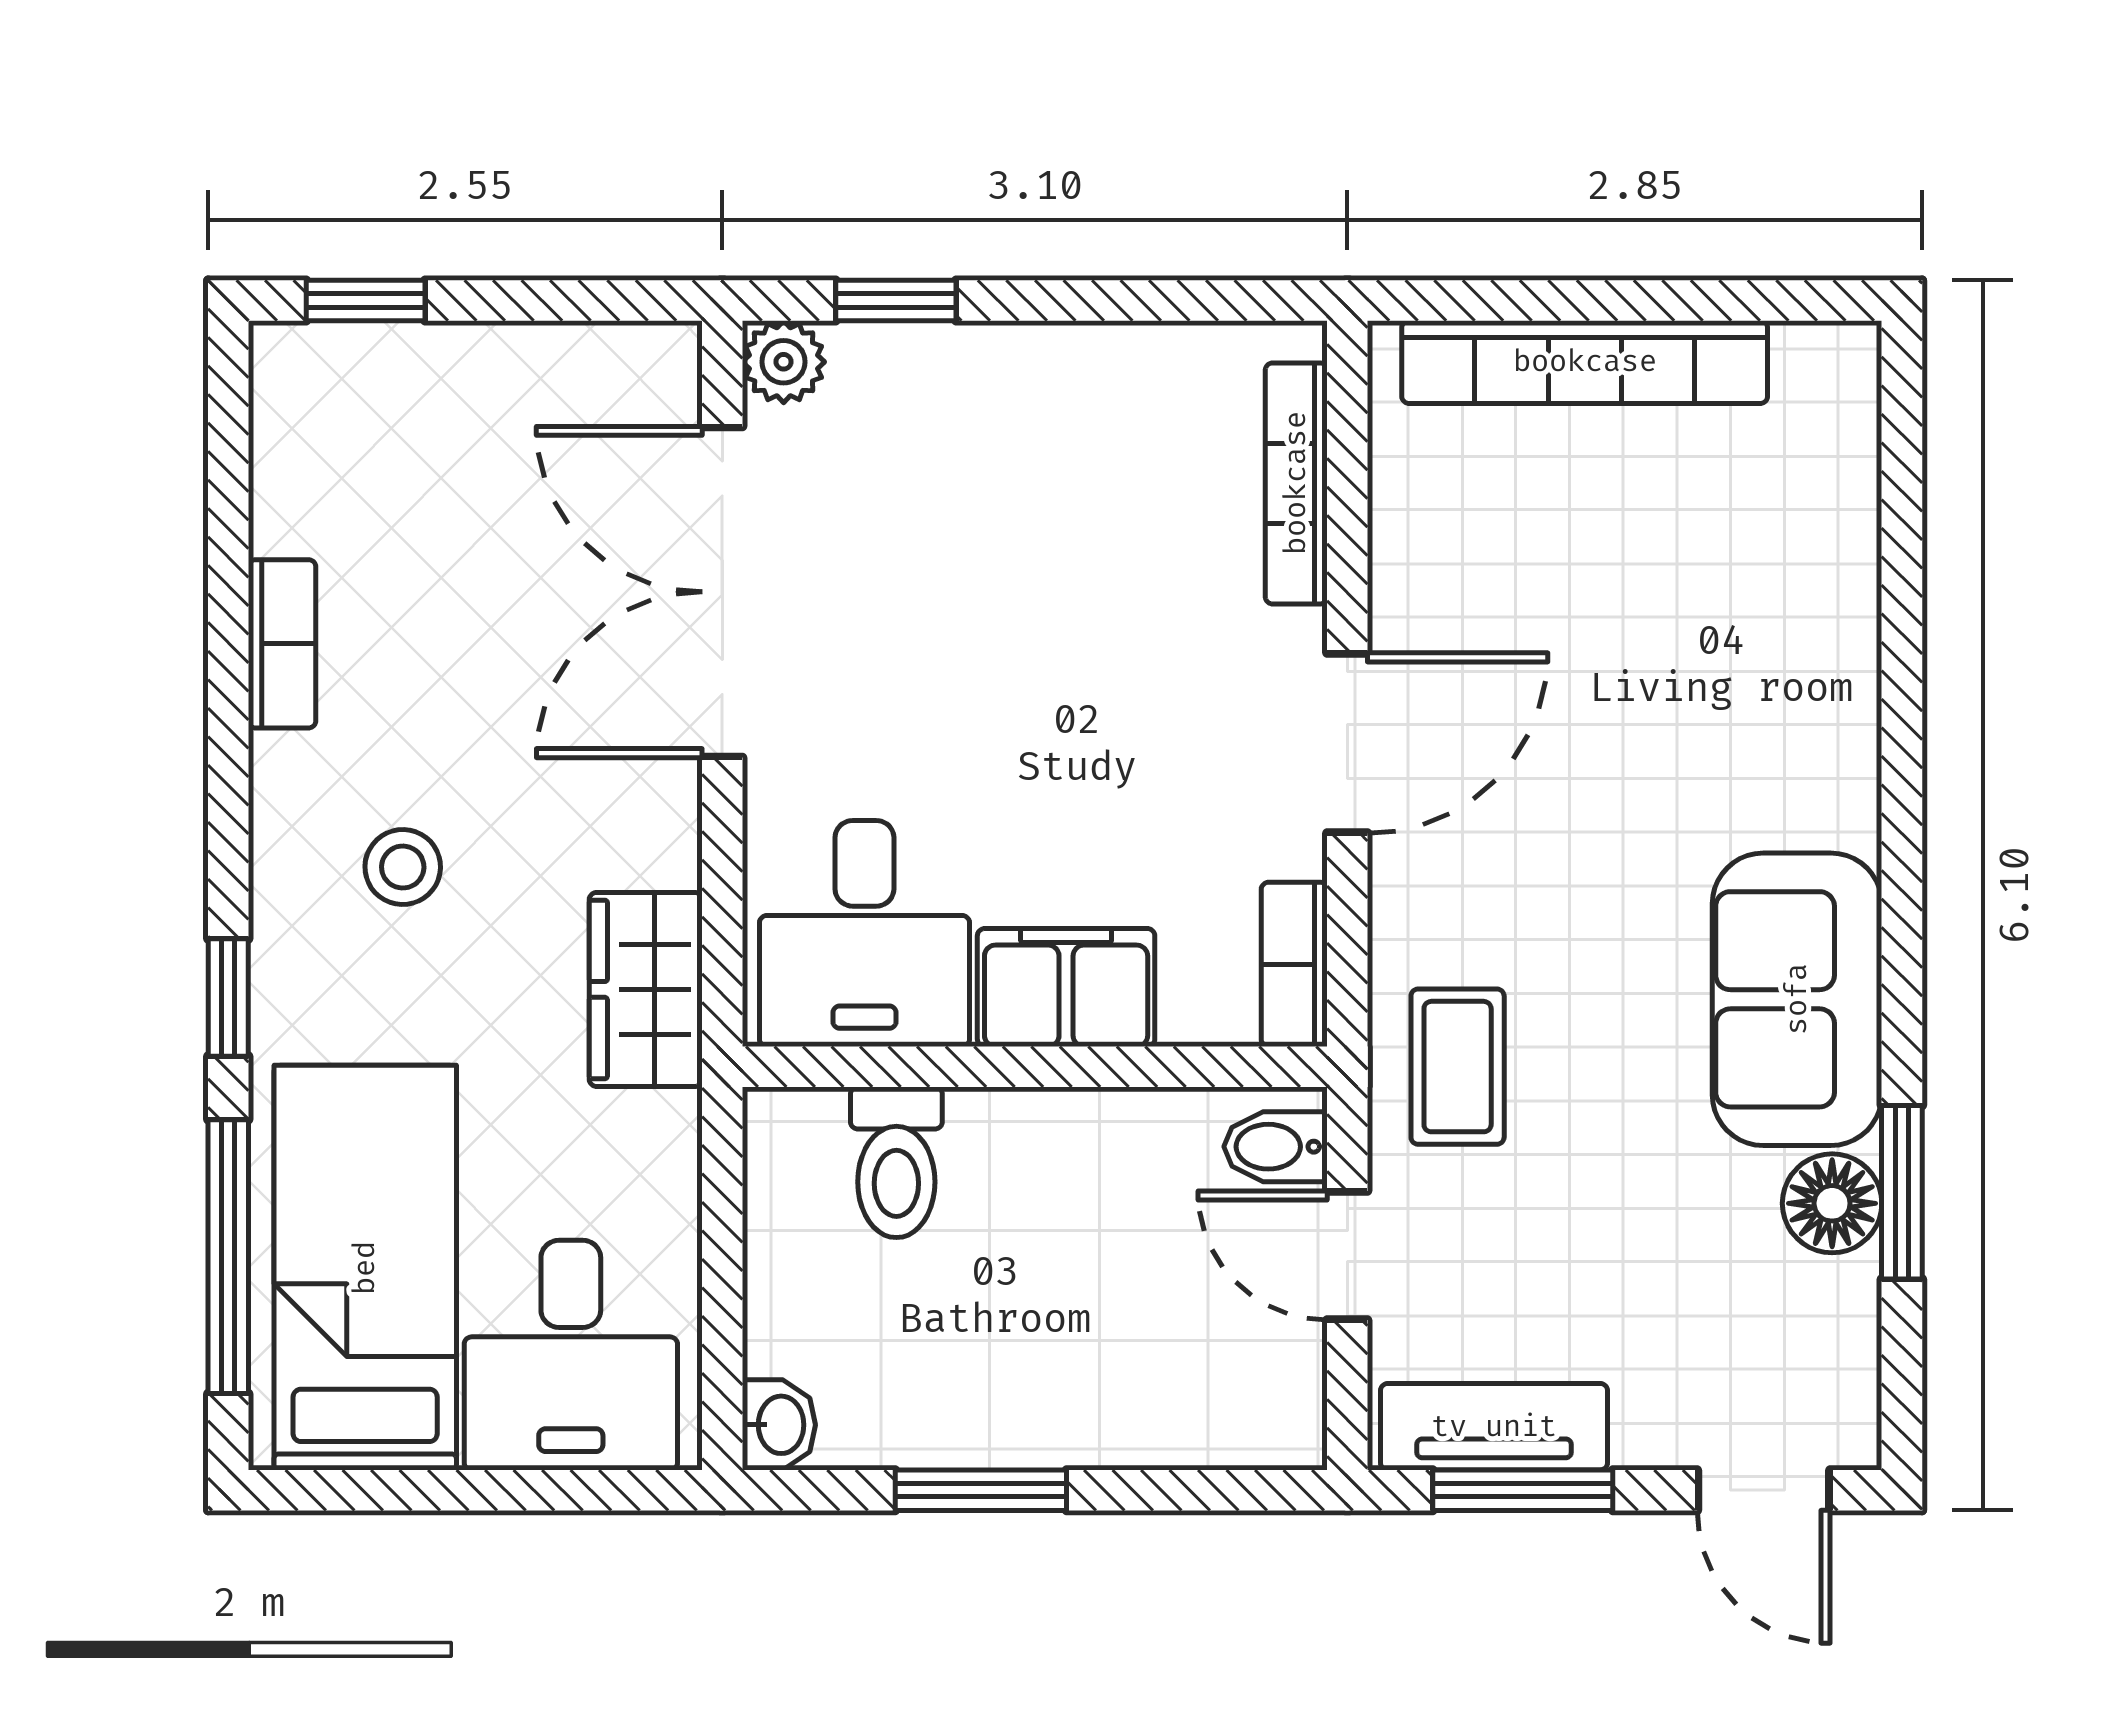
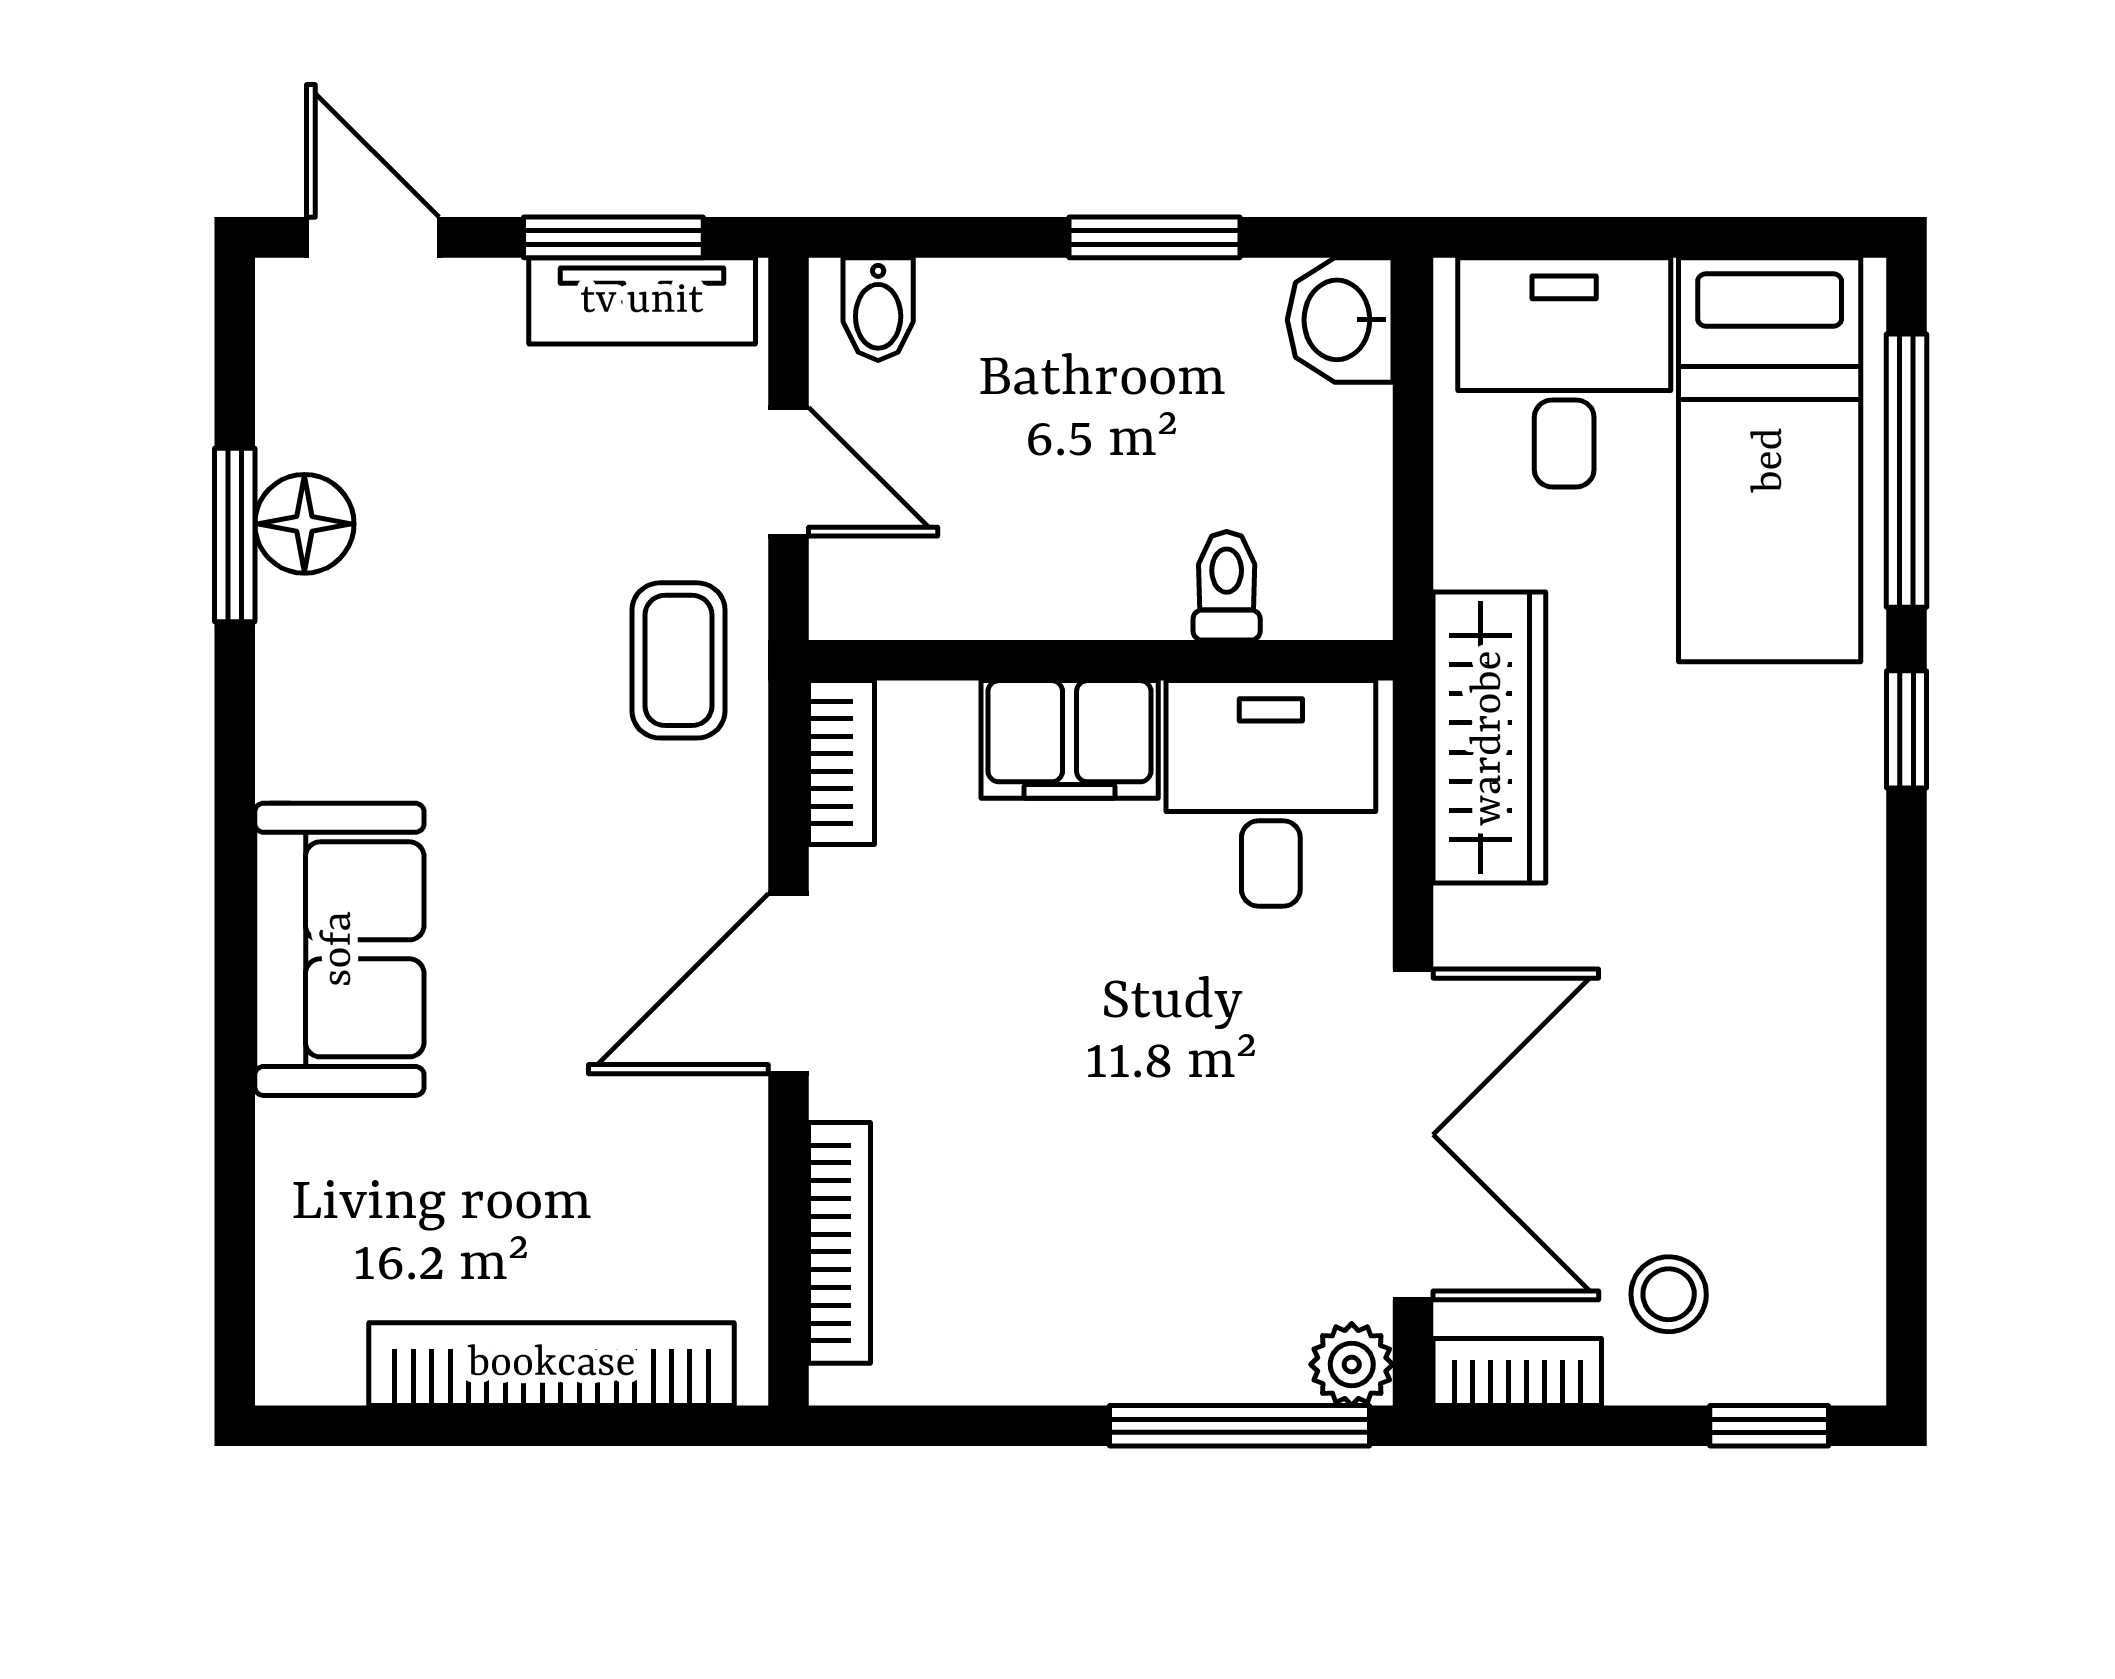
window: (896, 300) -> (1240, 1426), width x2.17
bookcase: (282, 644) -> (1517, 1372), moved, turned 90
stool: (403, 867) -> (1669, 1294), moved
wardrobe: (646, 989) -> (1489, 738), width x1.50
sofa: (1797, 999) -> (339, 949), moved
bidet: (1275, 1147) -> (878, 309), moved, turned 90
toilet: (896, 1162) -> (1227, 586), width x0.73, depth x0.72
washbasin: (779, 1425) -> (1340, 320), width x1.38, depth x1.45

